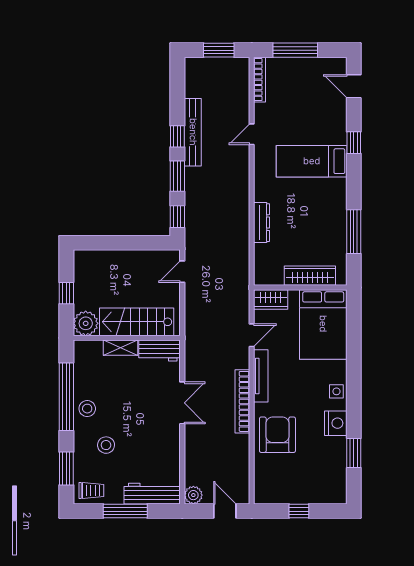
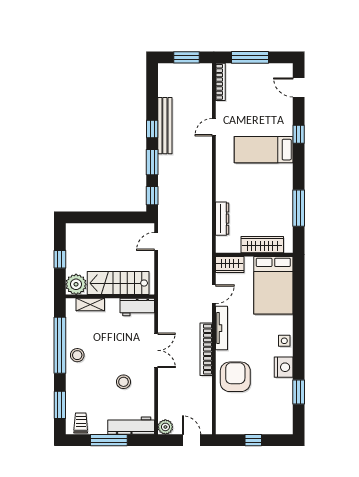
dresser: (262, 223) -> (222, 219), moved
shelving: (120, 348) -> (90, 304), moved
stool: (106, 445) -> (123, 382), moved
trolley: (91, 490) -> (81, 423), turned -90

